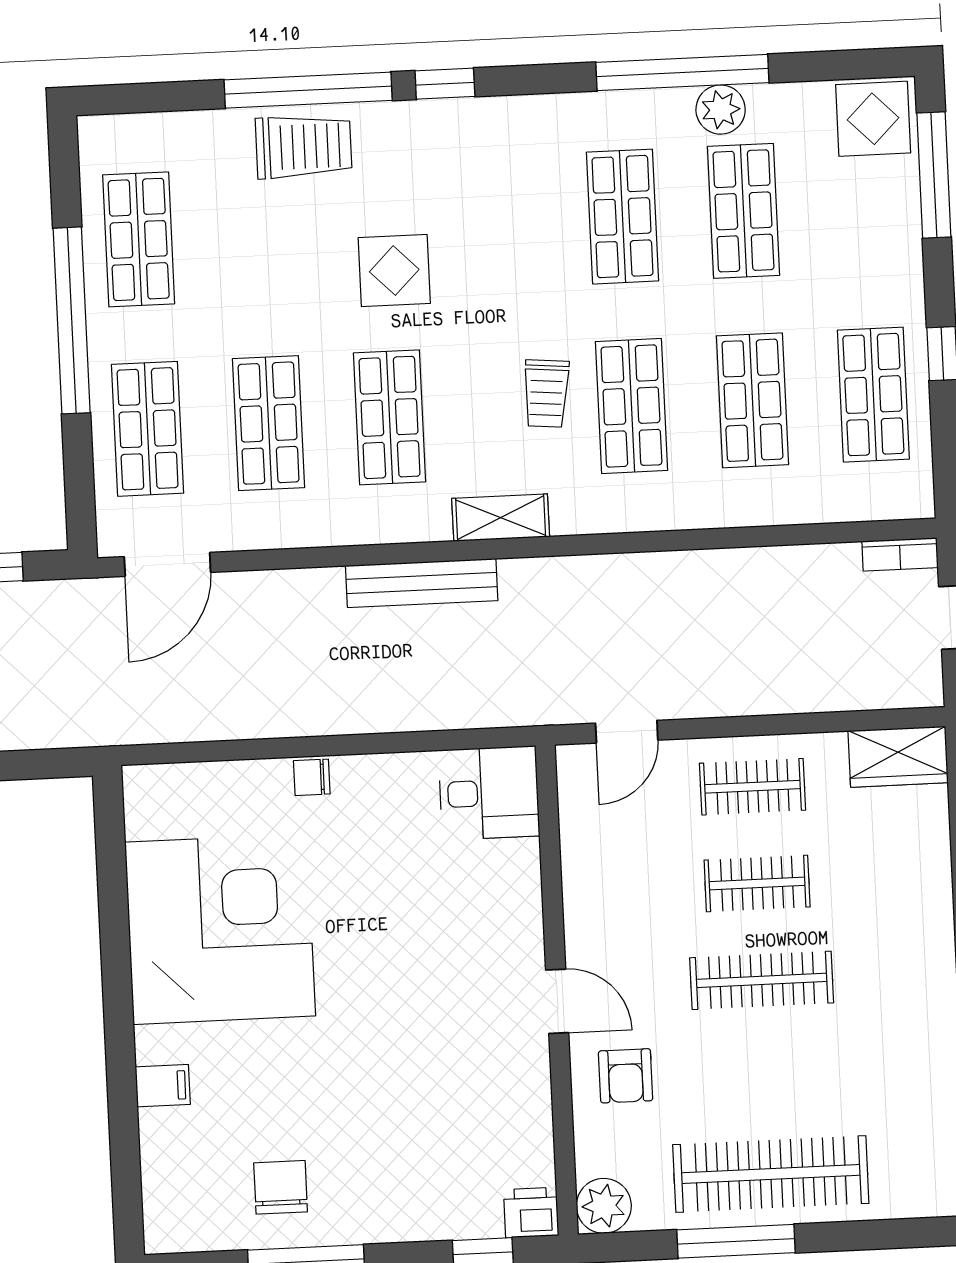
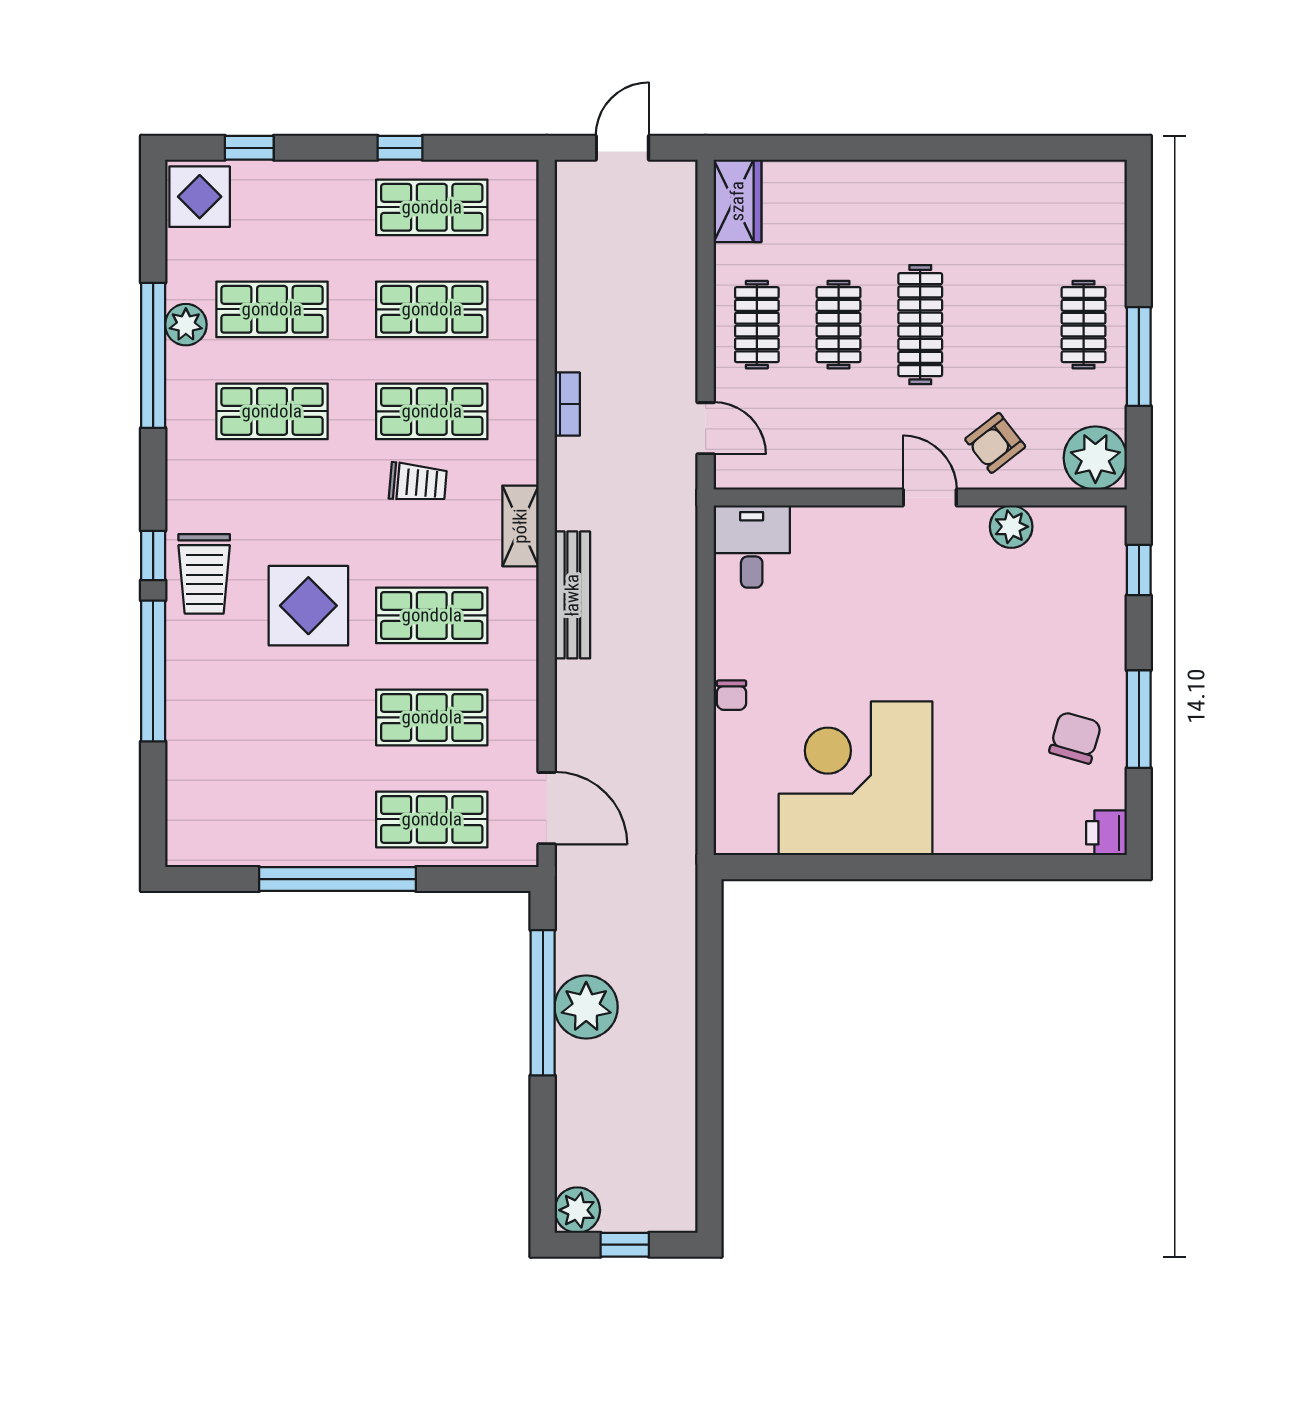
trolley: (304, 147) -> (204, 574), moved, turned 180
window: (934, 175) -> (249, 148), width x0.46
shop shelf: (139, 239) -> (272, 819), removed
display table: (394, 271) -> (308, 606), width x1.36, depth x1.36
bookcase: (900, 554) -> (567, 404), moved
door: (557, 1001) -> (930, 498), hinge flipped
armchair: (626, 1076) -> (995, 443), turned 142
filing cabinet: (163, 1086) -> (985, 833), removed
plant: (527, 1100) -> (1011, 527), added
clothes rail: (771, 1174) -> (1084, 325), width x0.54, depth x0.76
chair: (281, 1187) -> (1075, 738), turned 106
plant: (604, 1206) -> (1095, 458), width x1.36, depth x1.36
printer: (531, 1213) -> (1107, 833), moved

